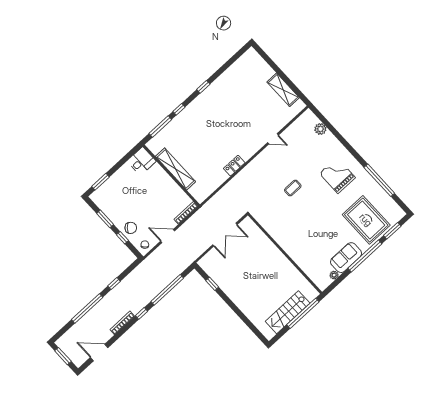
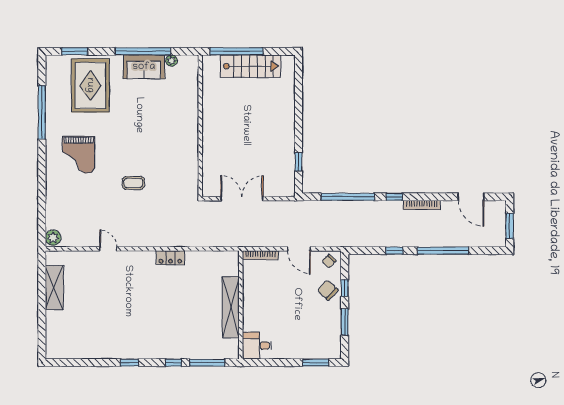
plant: (320, 129) -> (53, 238), moved
window: (365, 256) -> (143, 51), moved

